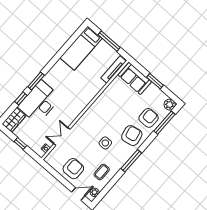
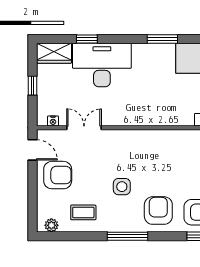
window: (36, 81) -> (162, 39), moved
armchair: (132, 136) -> (158, 211), turned -79
door: (78, 194) -> (32, 150), moved

